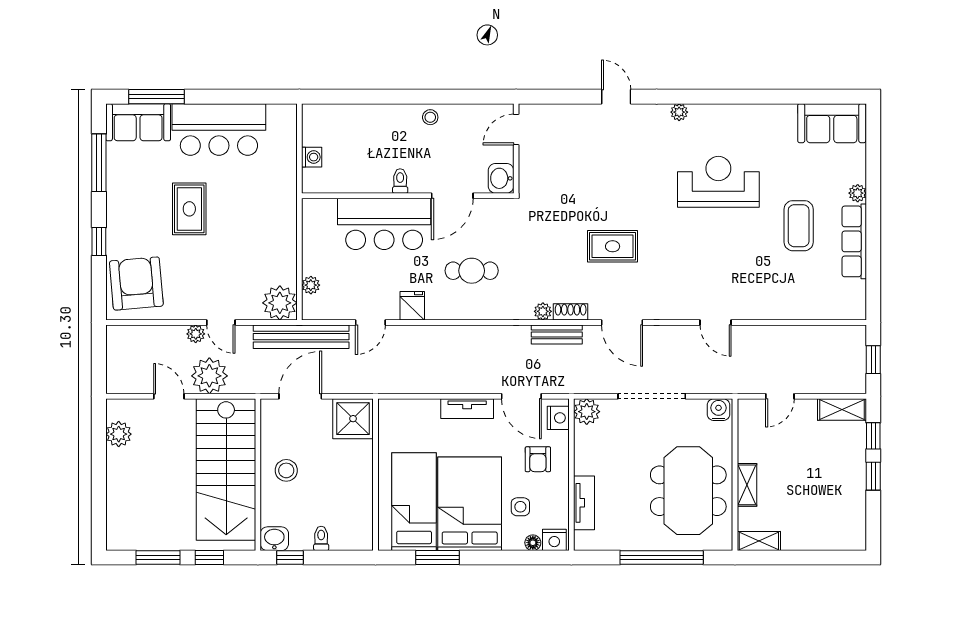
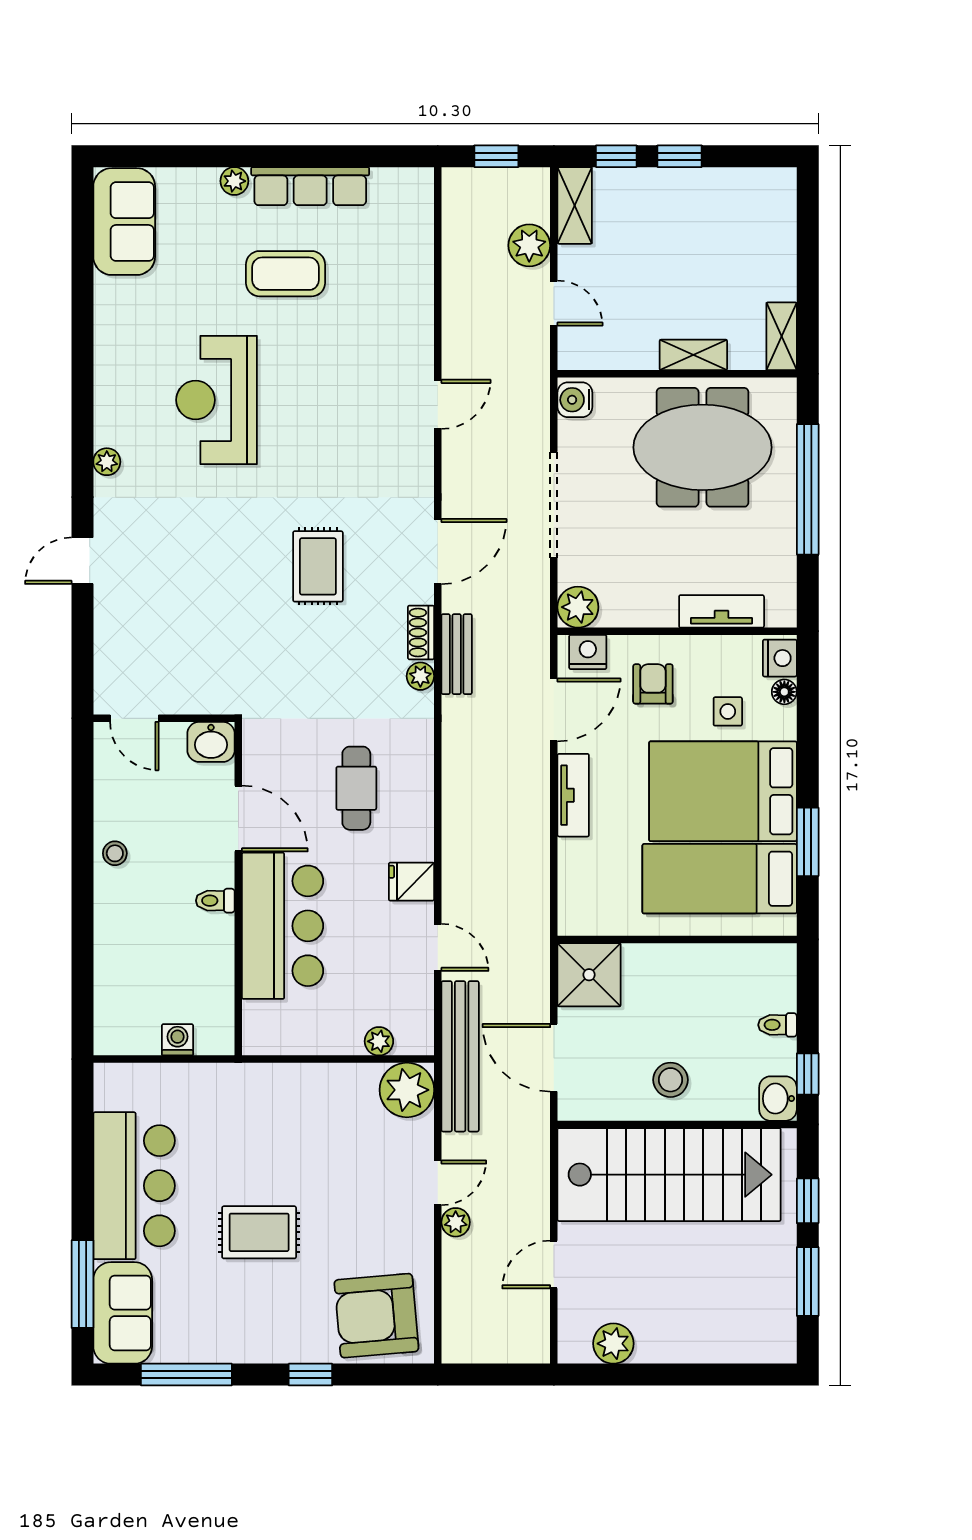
plant: (209, 376) -> (529, 245), moved, width x0.73, depth x0.73
armchair: (538, 459) -> (653, 684), turned -90

